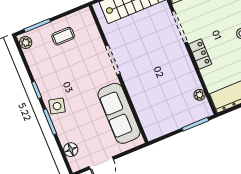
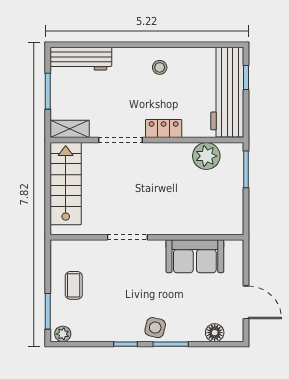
plant: (200, 95) -> (206, 156), width x1.88, depth x1.88
sofa: (119, 113) -> (195, 256), width x0.73

